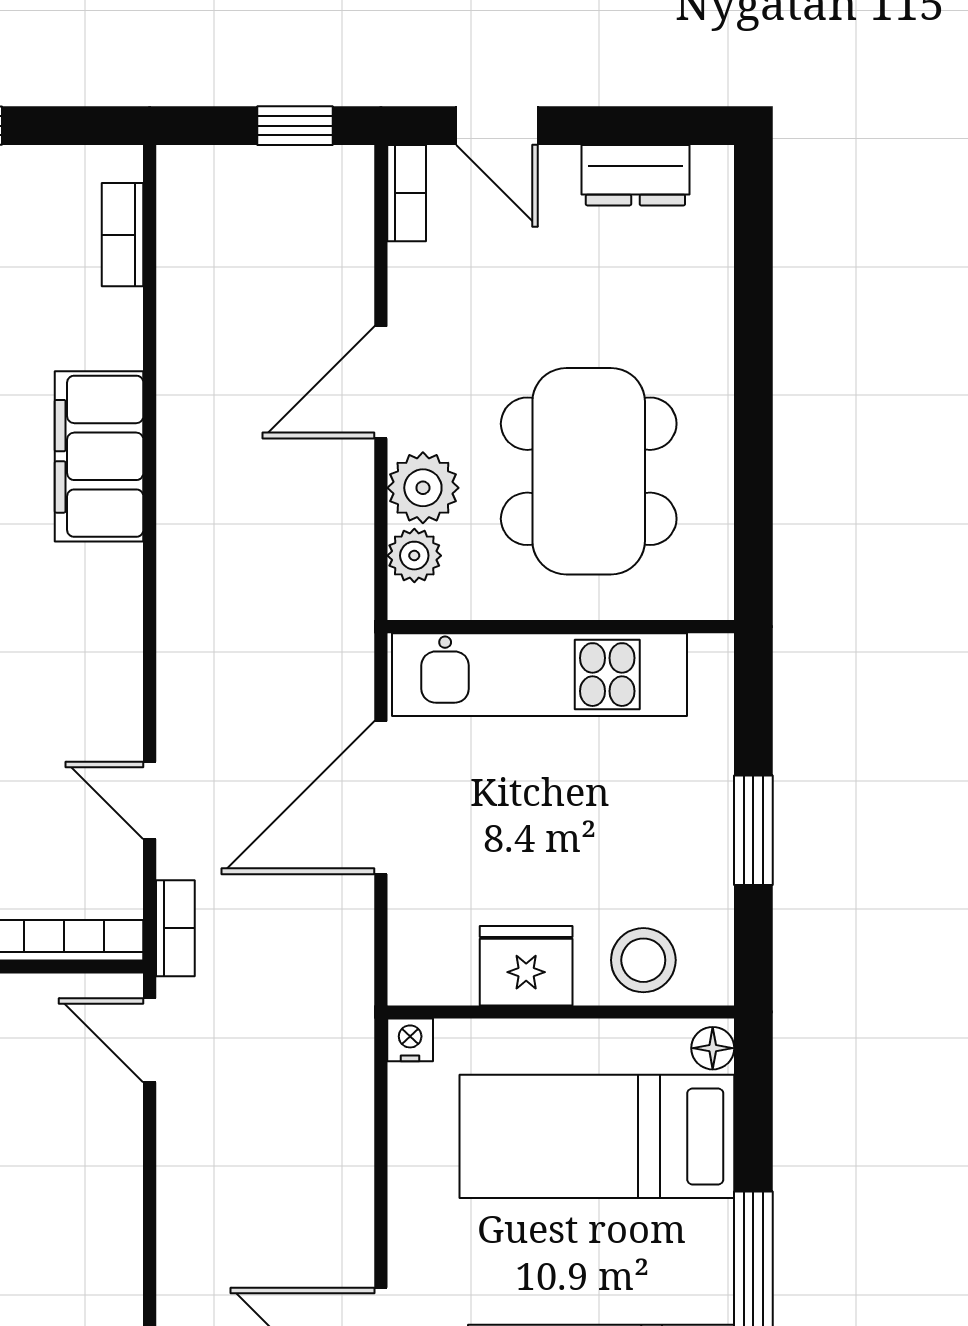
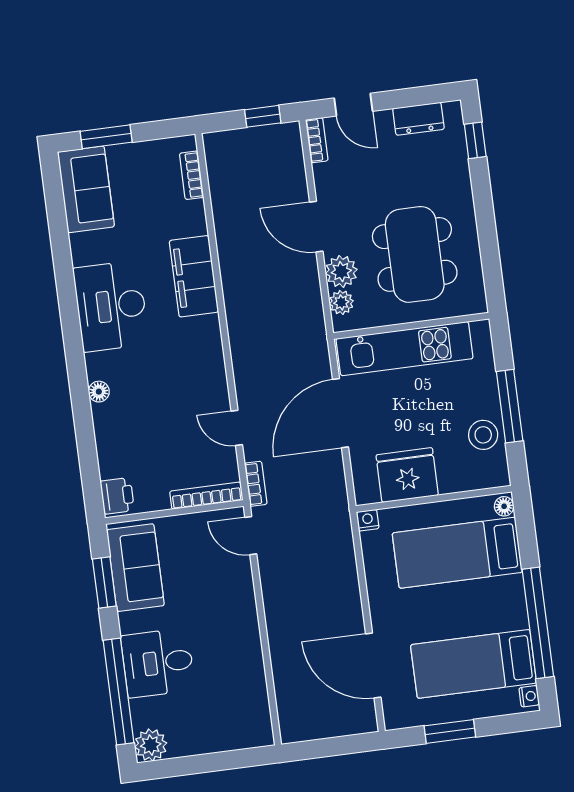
window: (753, 239) -> (475, 140), added
door: (381, 382) -> (316, 227), hinge flipped
window: (753, 830) -> (510, 406), width x1.44
stool: (643, 960) -> (483, 435), moved
fridge: (526, 966) -> (407, 475), width x1.36, depth x1.34

